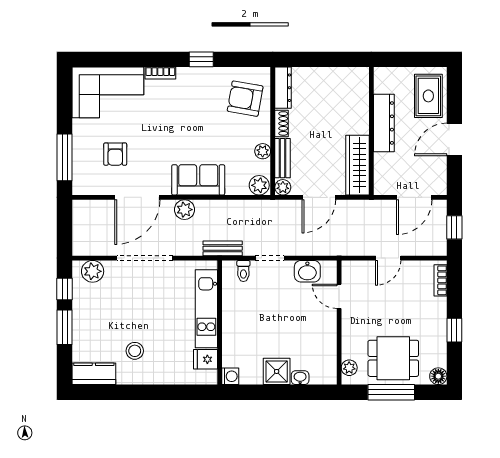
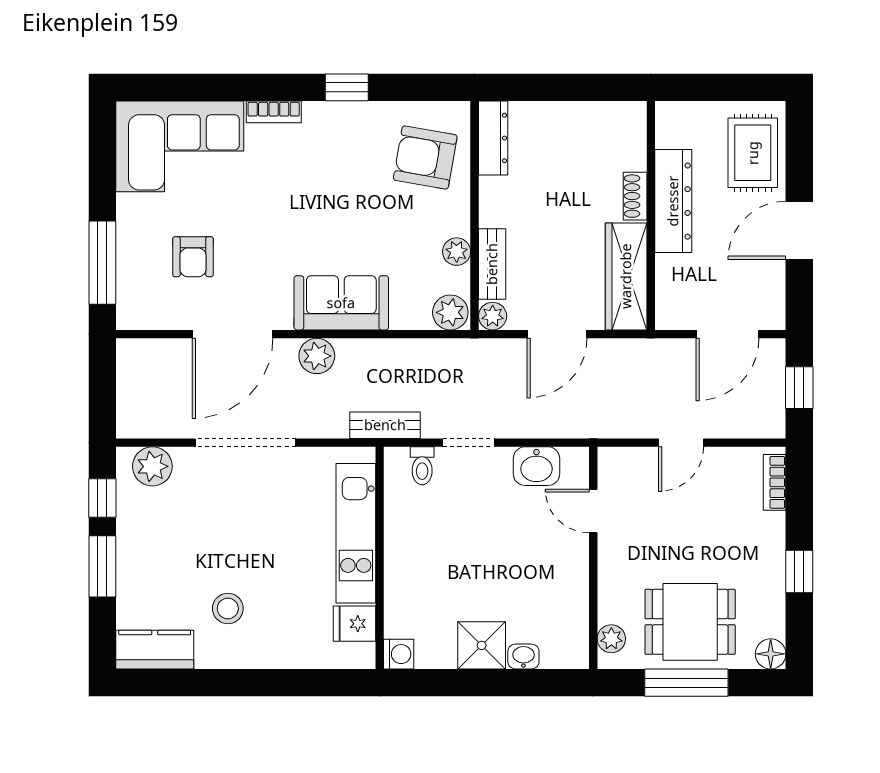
shoe rack: (282, 123) -> (635, 196), moved, turned 180

